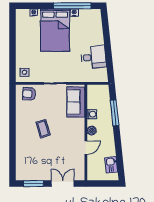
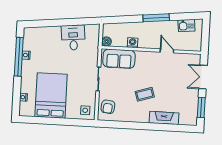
bed: (55, 30) -> (51, 95), moved, turned -90
window: (115, 113) -> (156, 18), moved
boiler: (92, 131) -> (106, 41), moved
fireplace: (21, 148) -> (164, 118), added

